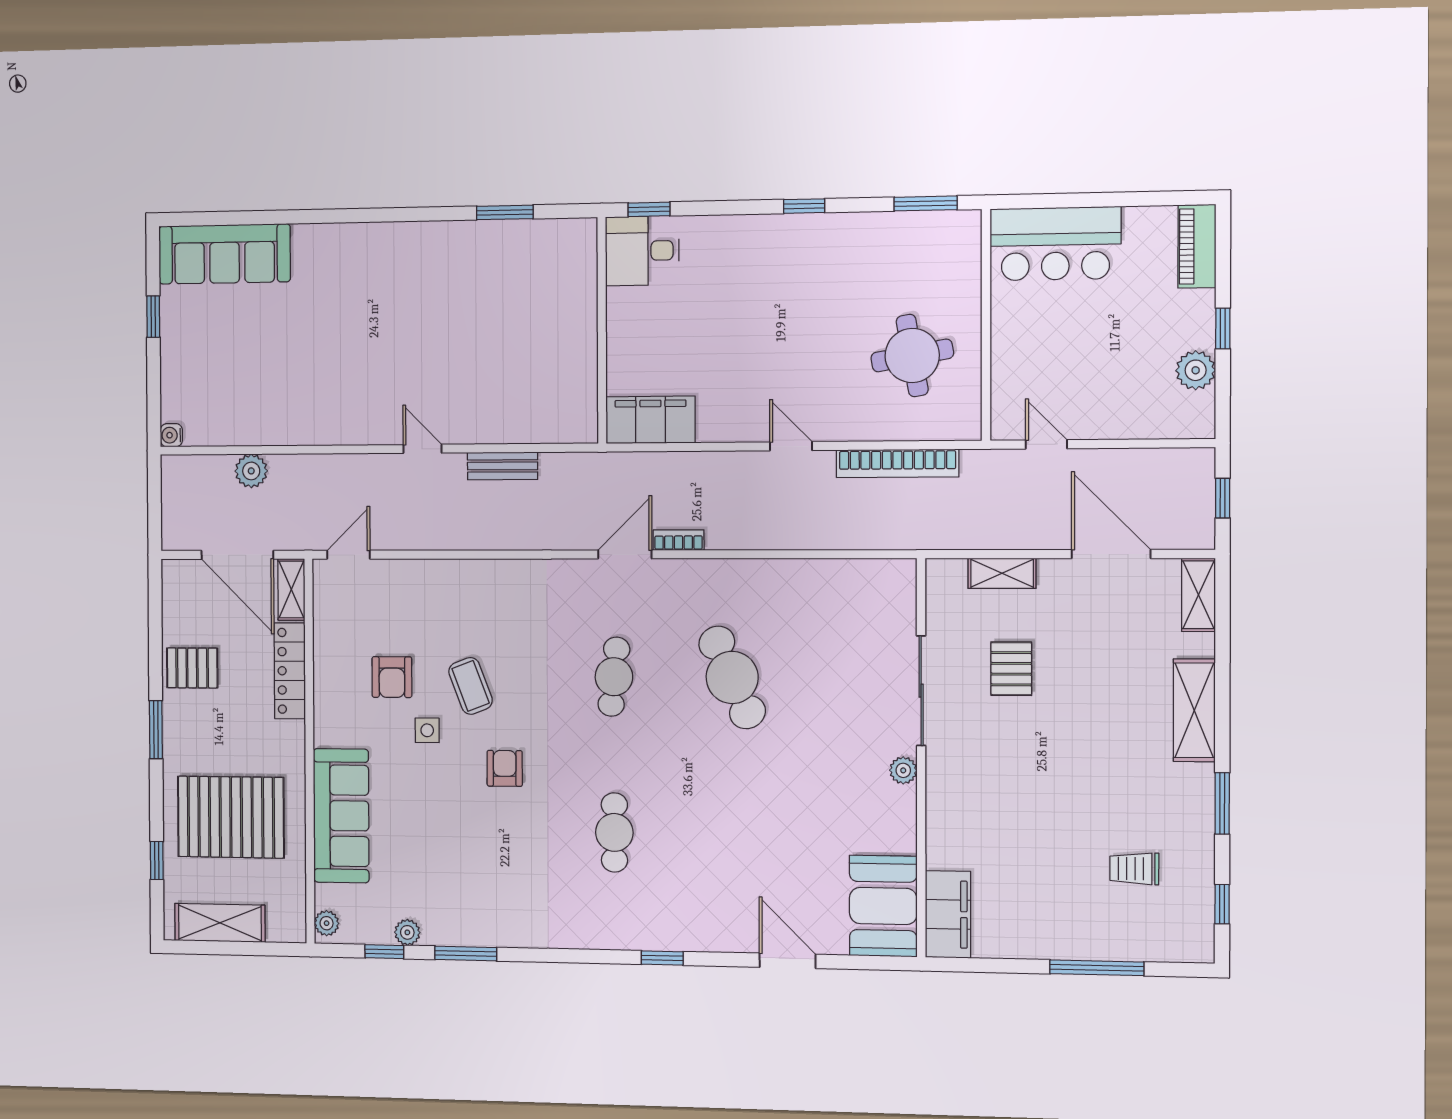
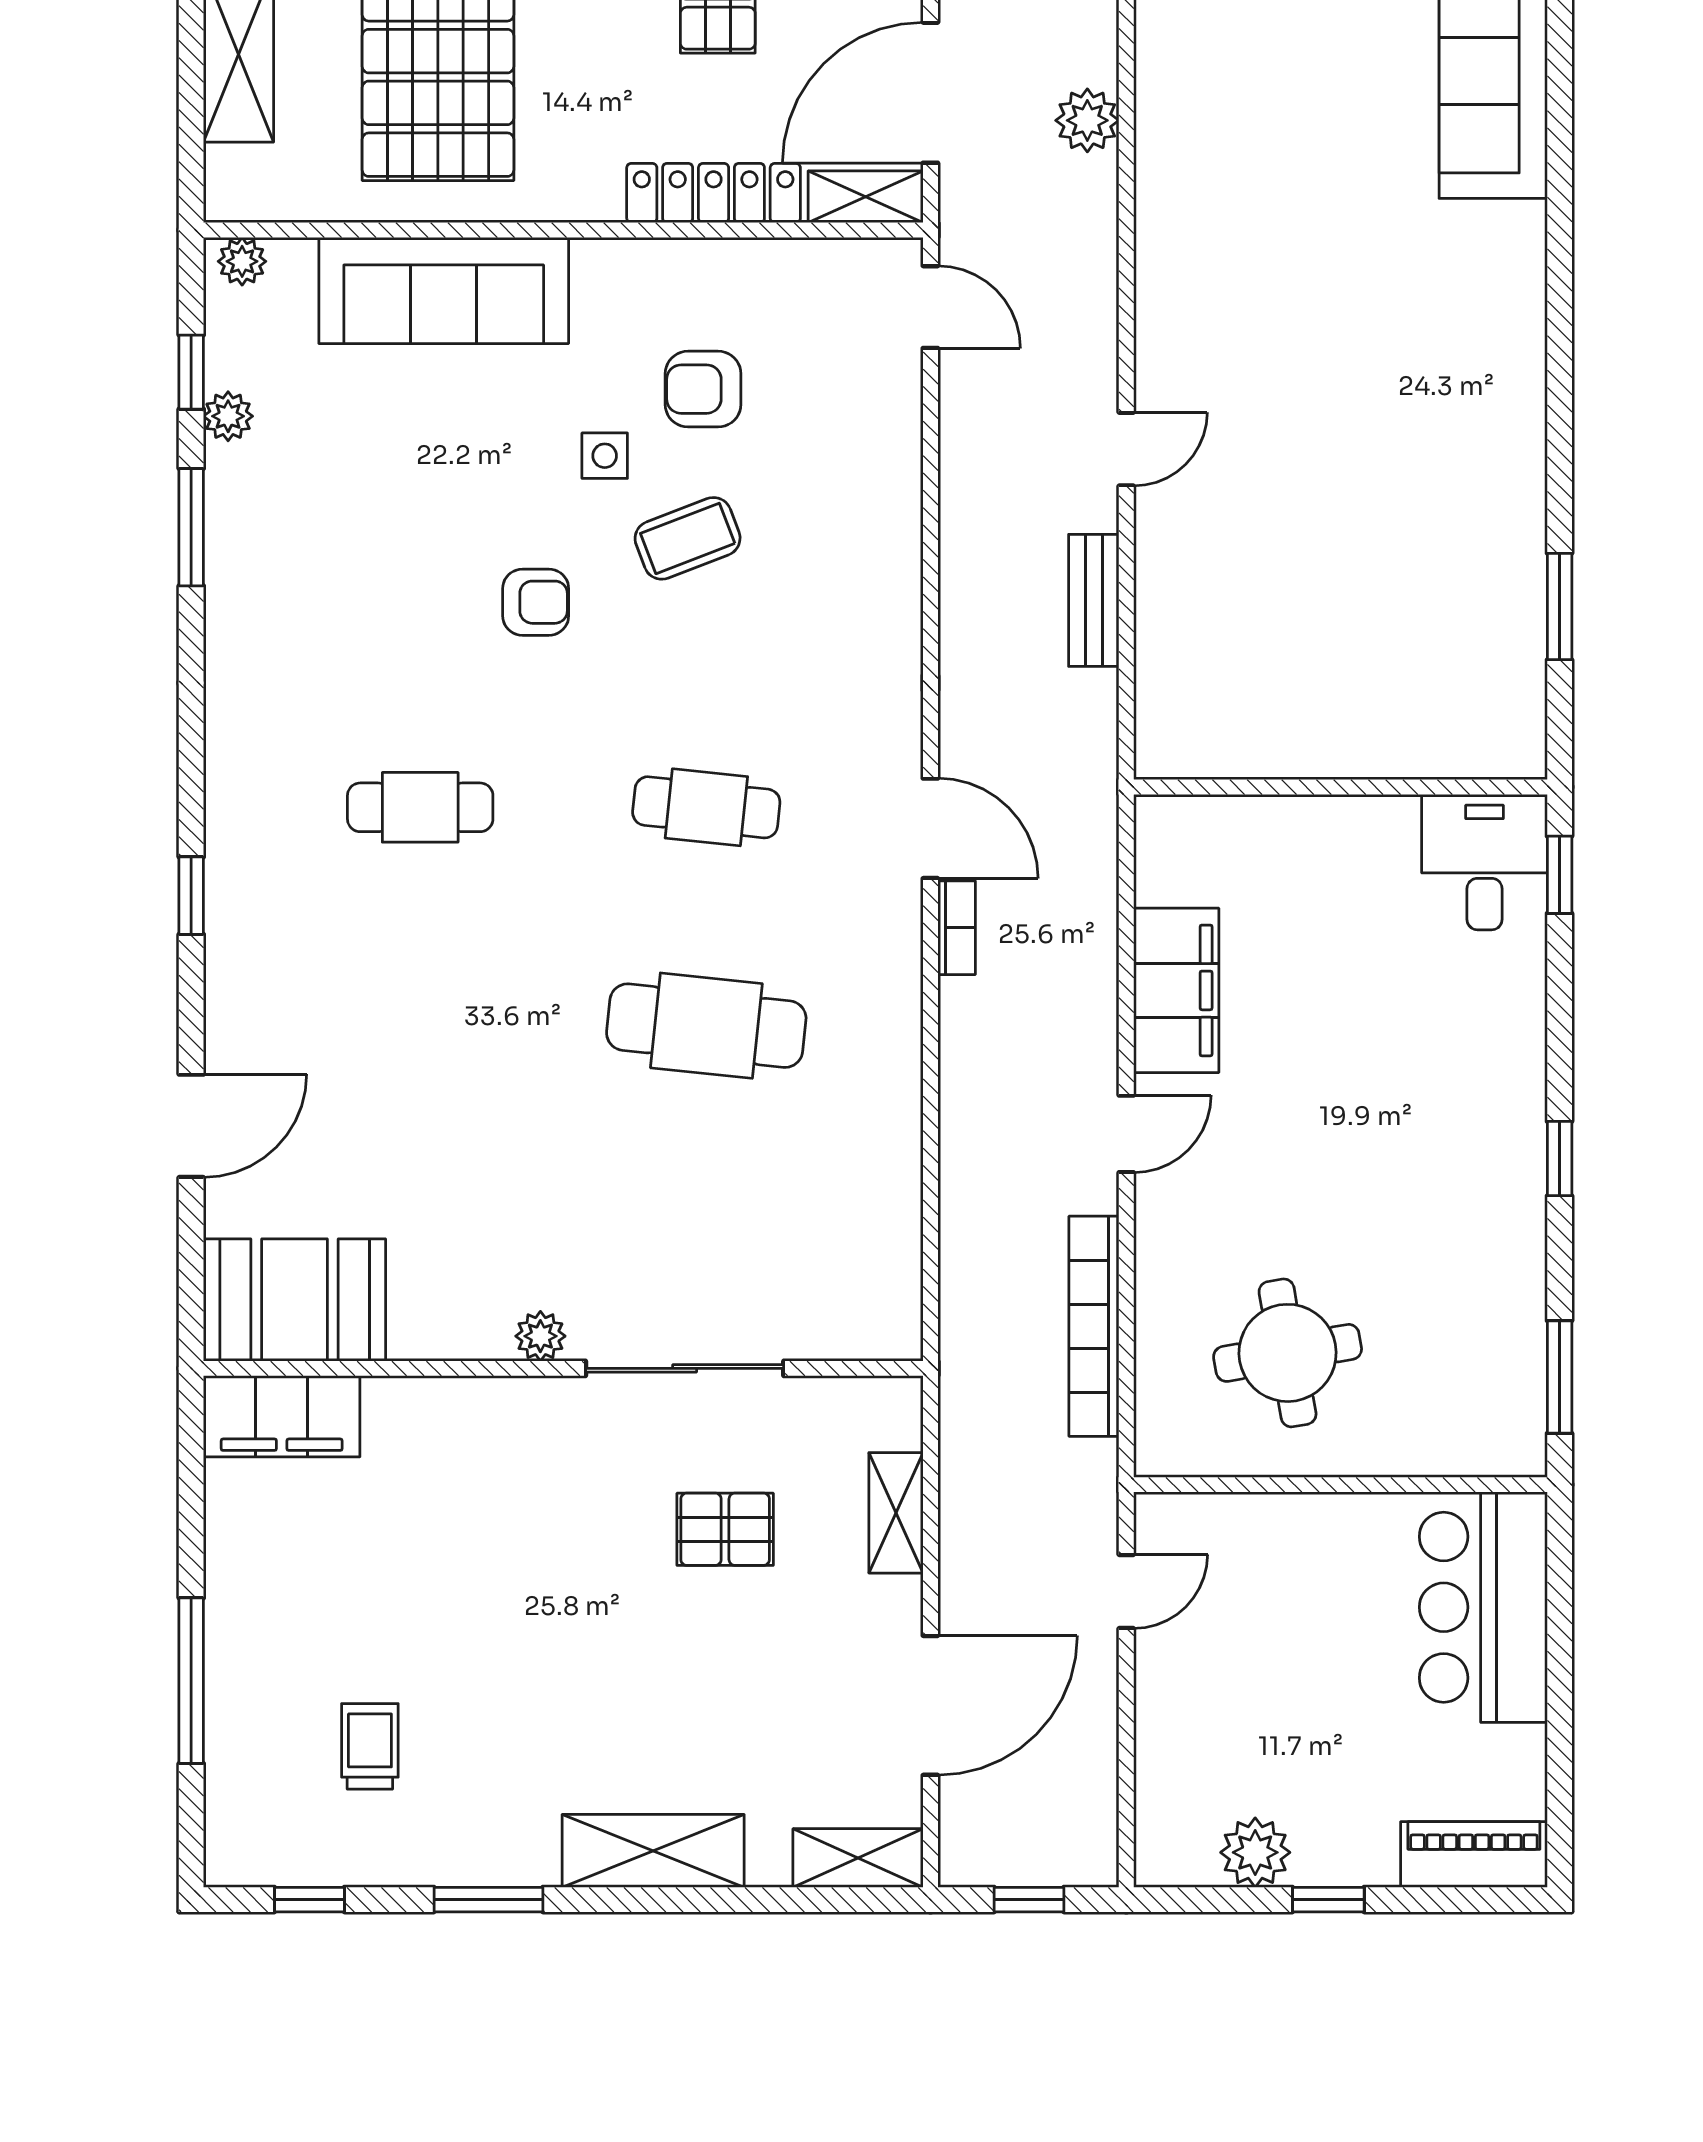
filing cabinet: (650, 420) -> (1176, 990), moved
cafe table: (732, 677) -> (706, 1026), turned 30

